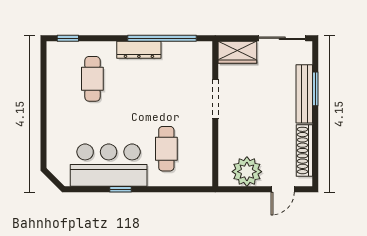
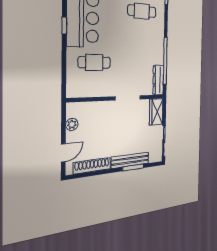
dresser: (139, 50) -> (158, 80), moved
plant: (247, 172) -> (72, 124), width x0.53, depth x0.53
door: (283, 189) -> (63, 153), swing flipped

